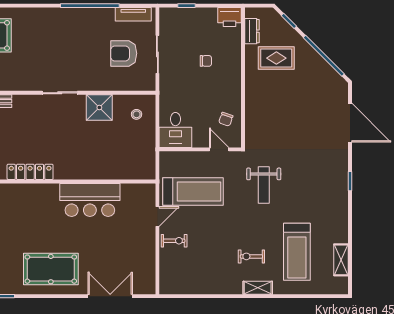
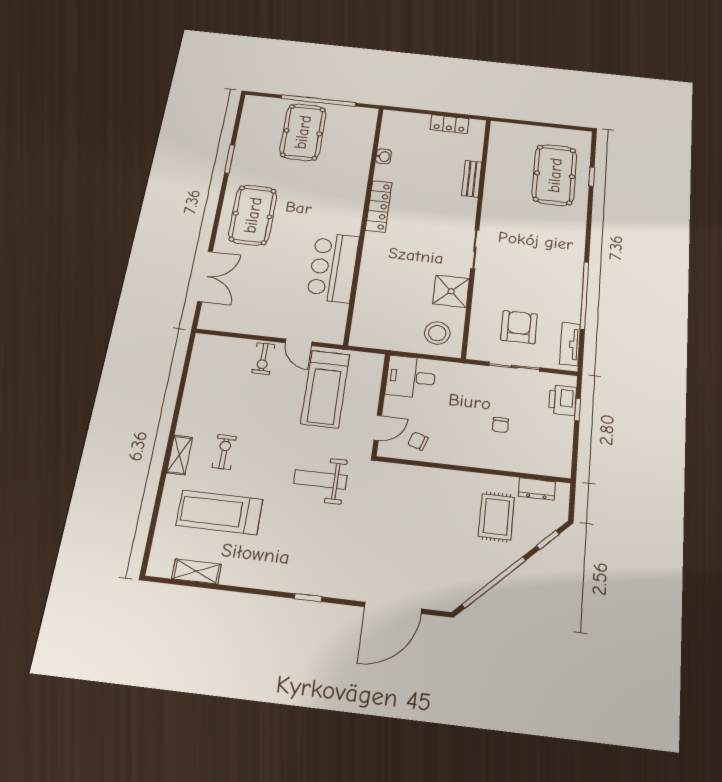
printer: (229, 17) -> (563, 400), moved
stool: (137, 114) -> (437, 333), width x1.89, depth x1.89

